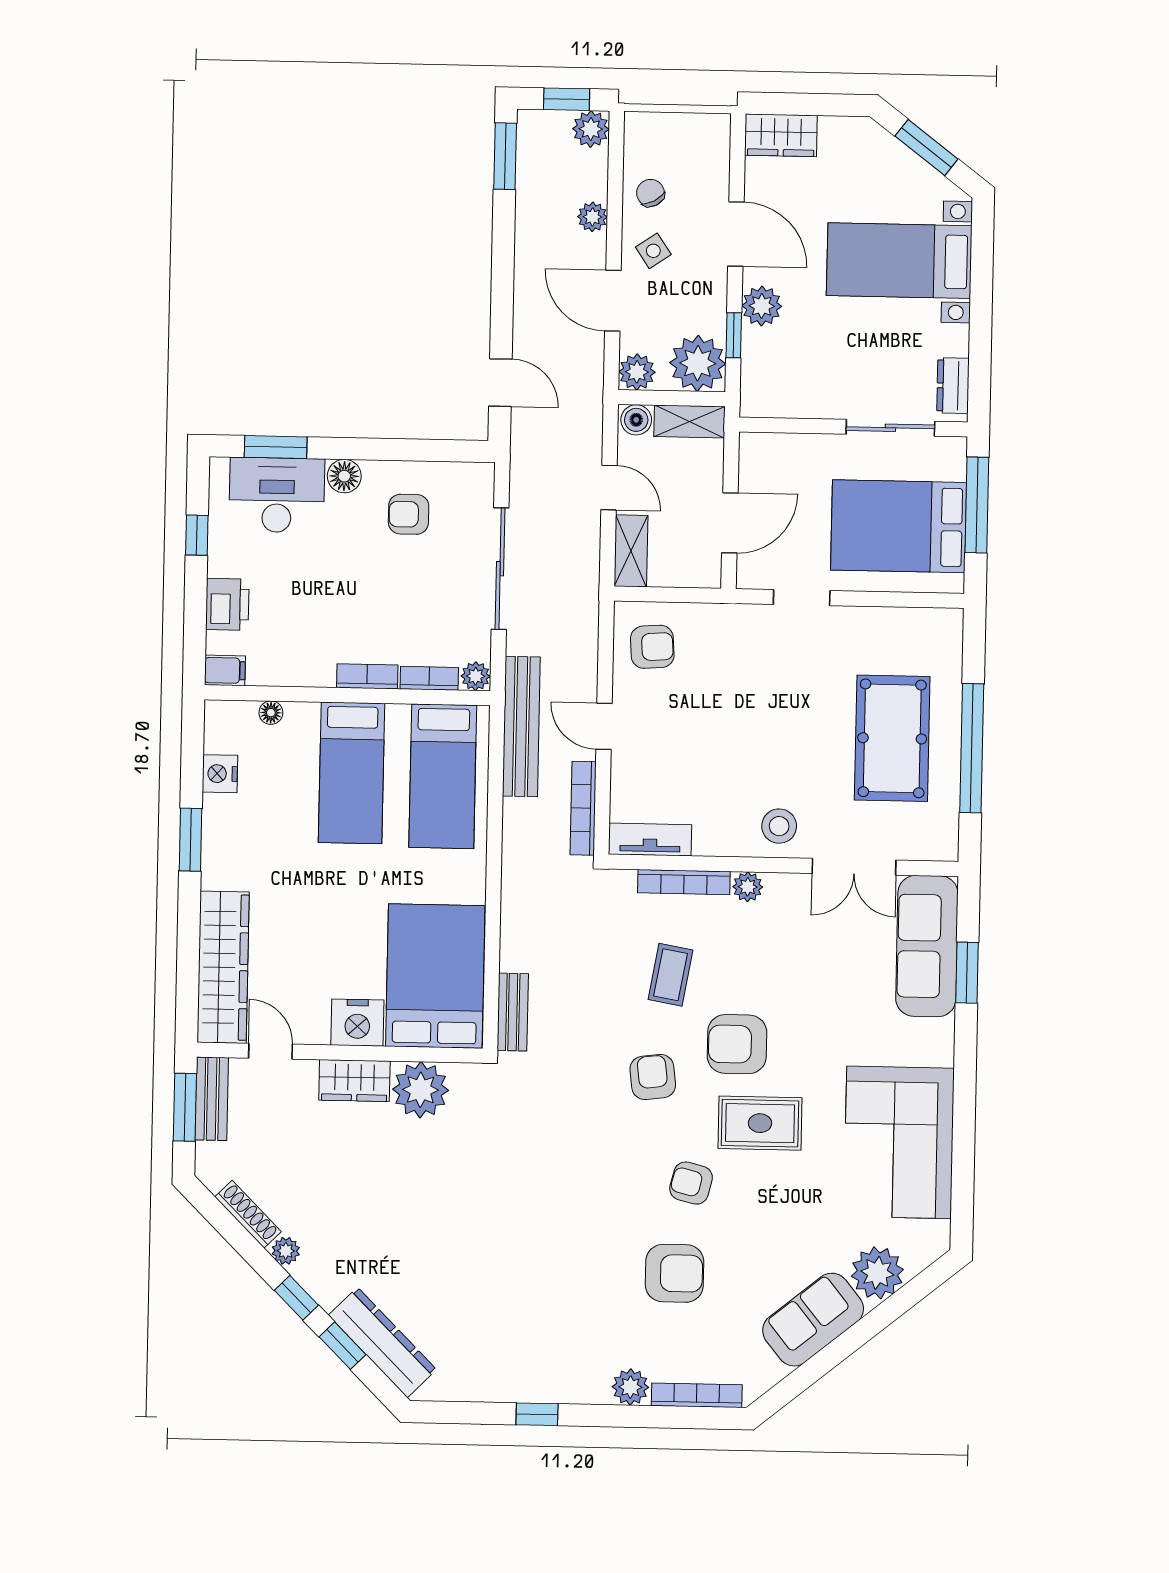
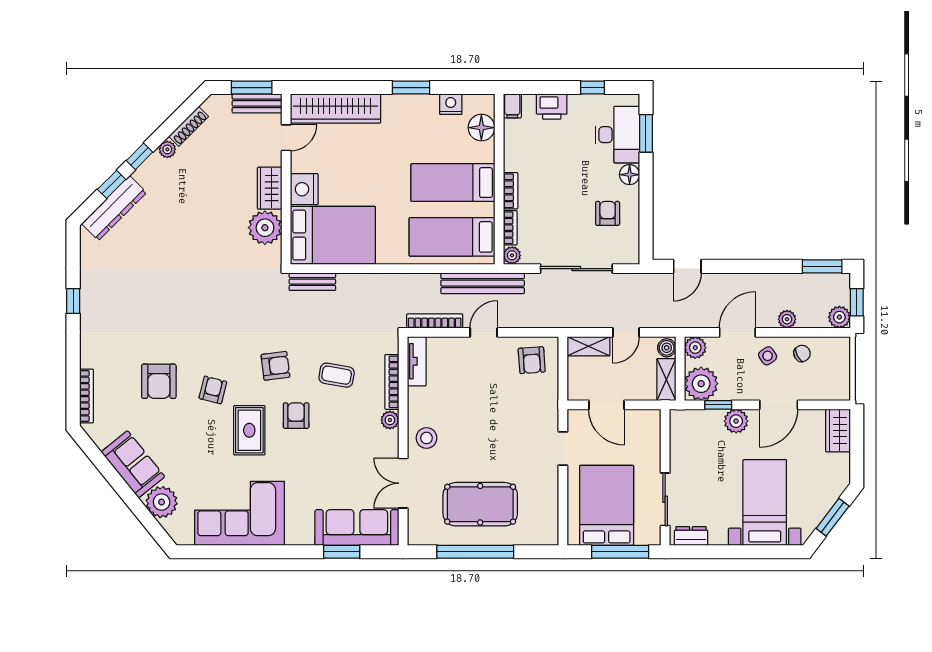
floor lamp: (271, 713) -> (481, 128), width x1.89, depth x1.89
armchair: (737, 1044) -> (296, 416), width x0.72, depth x0.72
plant: (630, 1387) -> (90, 356), removed

